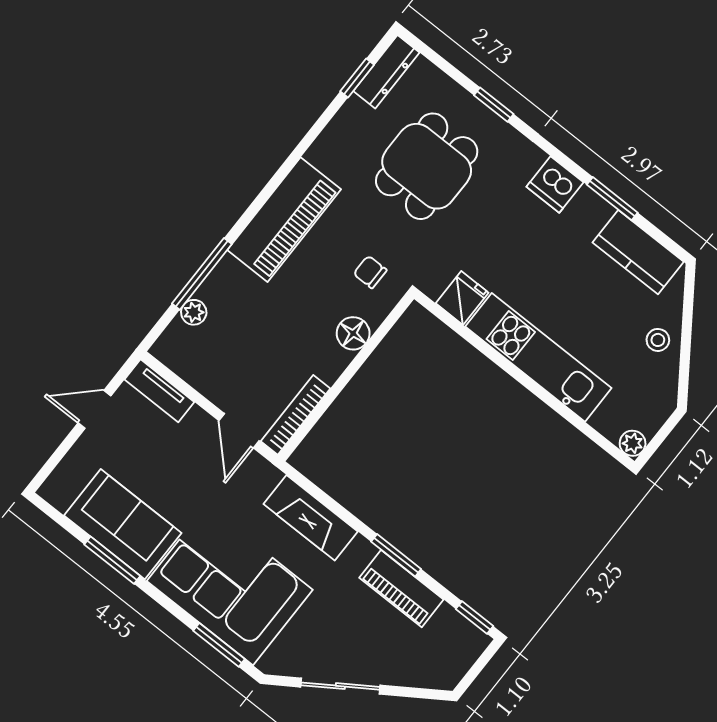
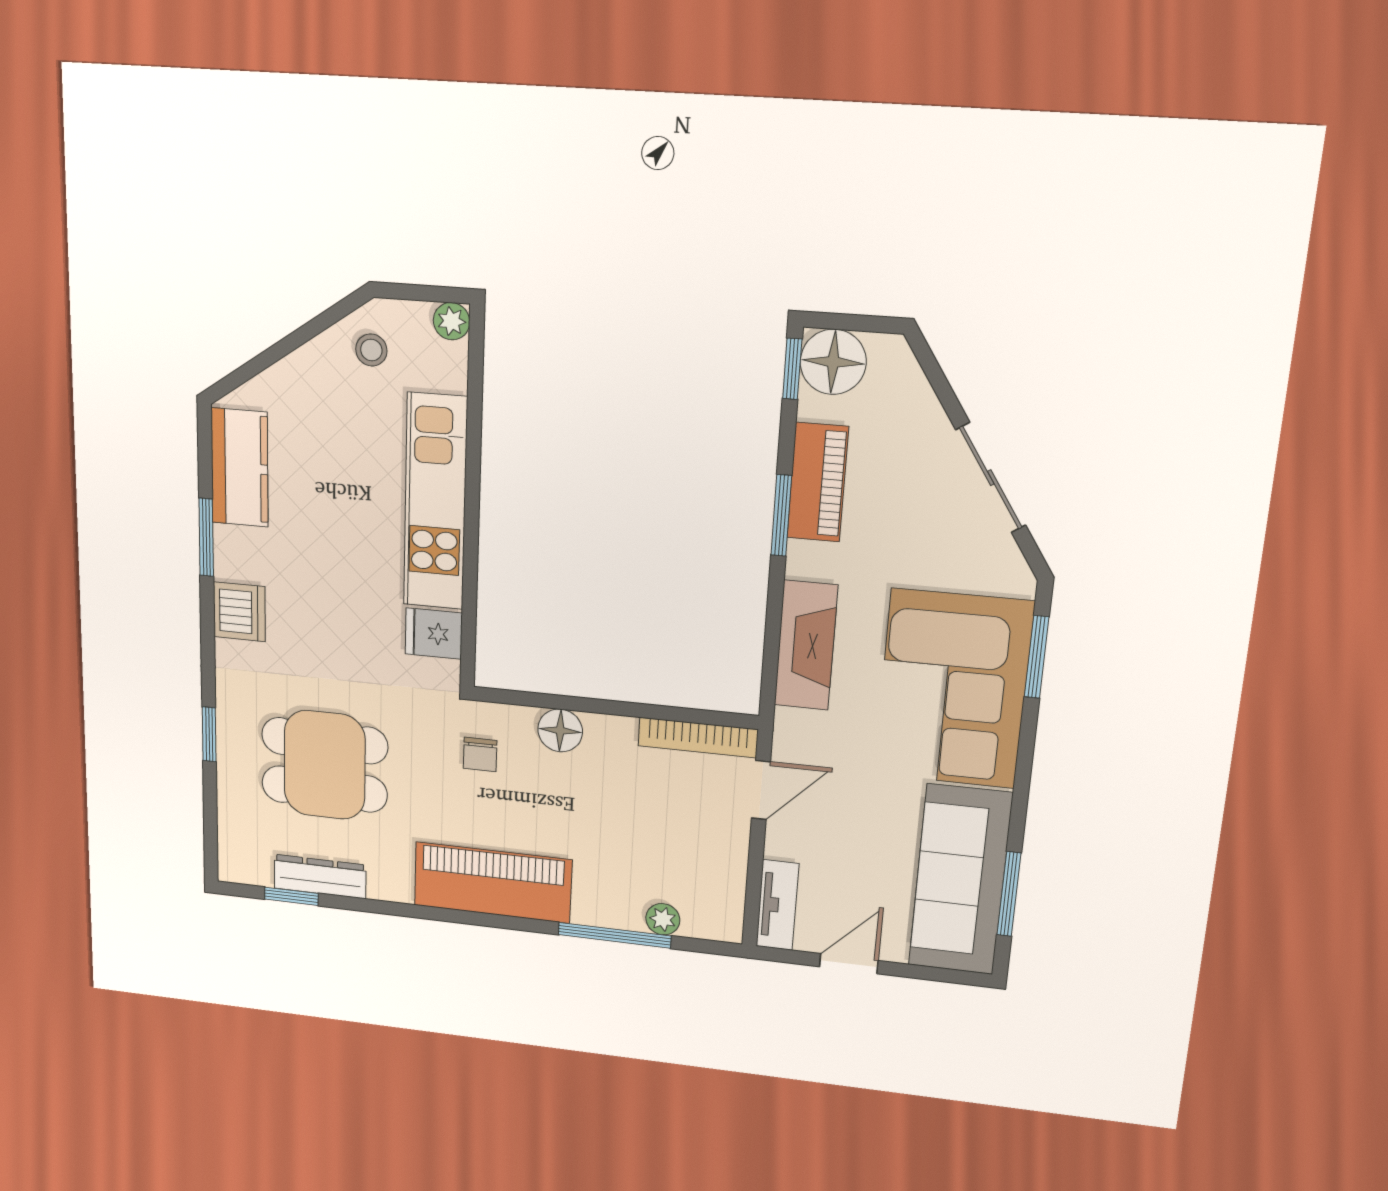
dresser: (386, 72) -> (320, 877), moved
stool: (658, 340) -> (371, 350), moved
door: (94, 409) -> (849, 964), swing flipped
sofa: (123, 524) -> (960, 880), width x1.36
window: (112, 560) -> (1009, 894), moved
floor lamp: (463, 643) -> (833, 362), added

